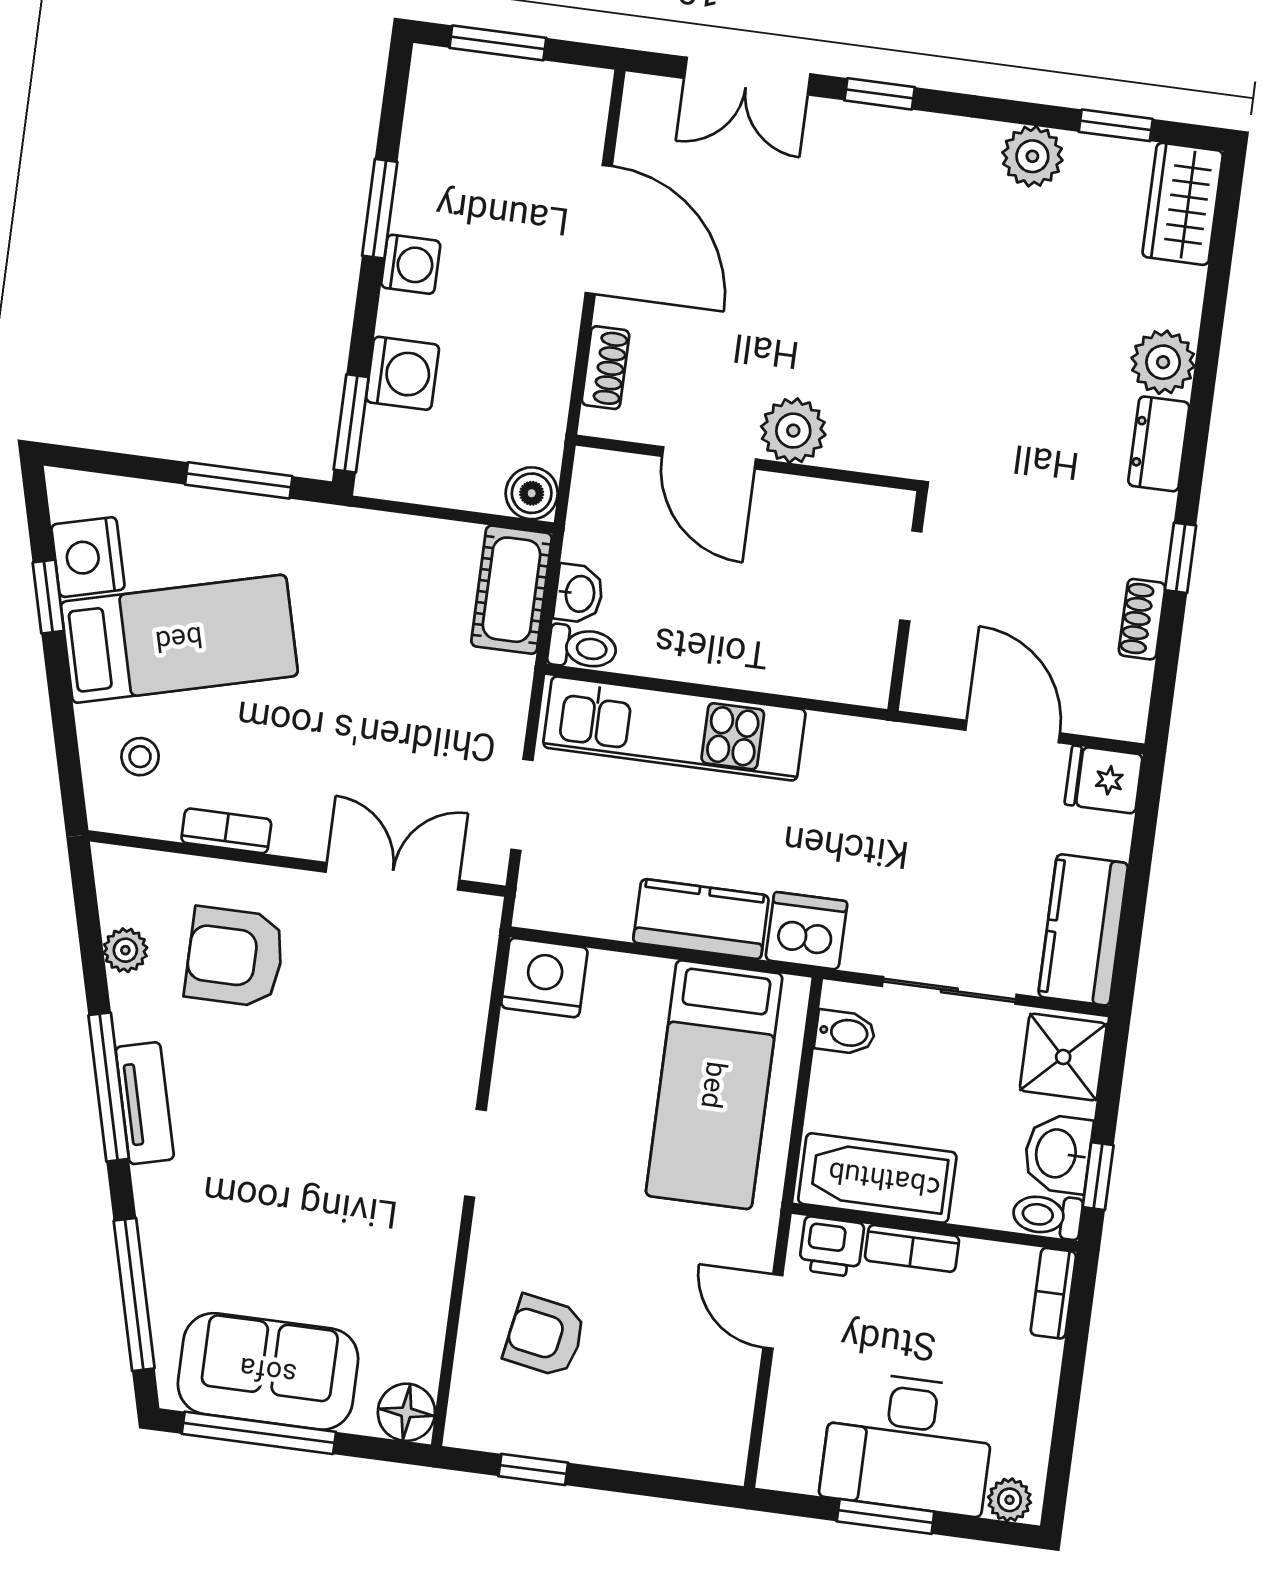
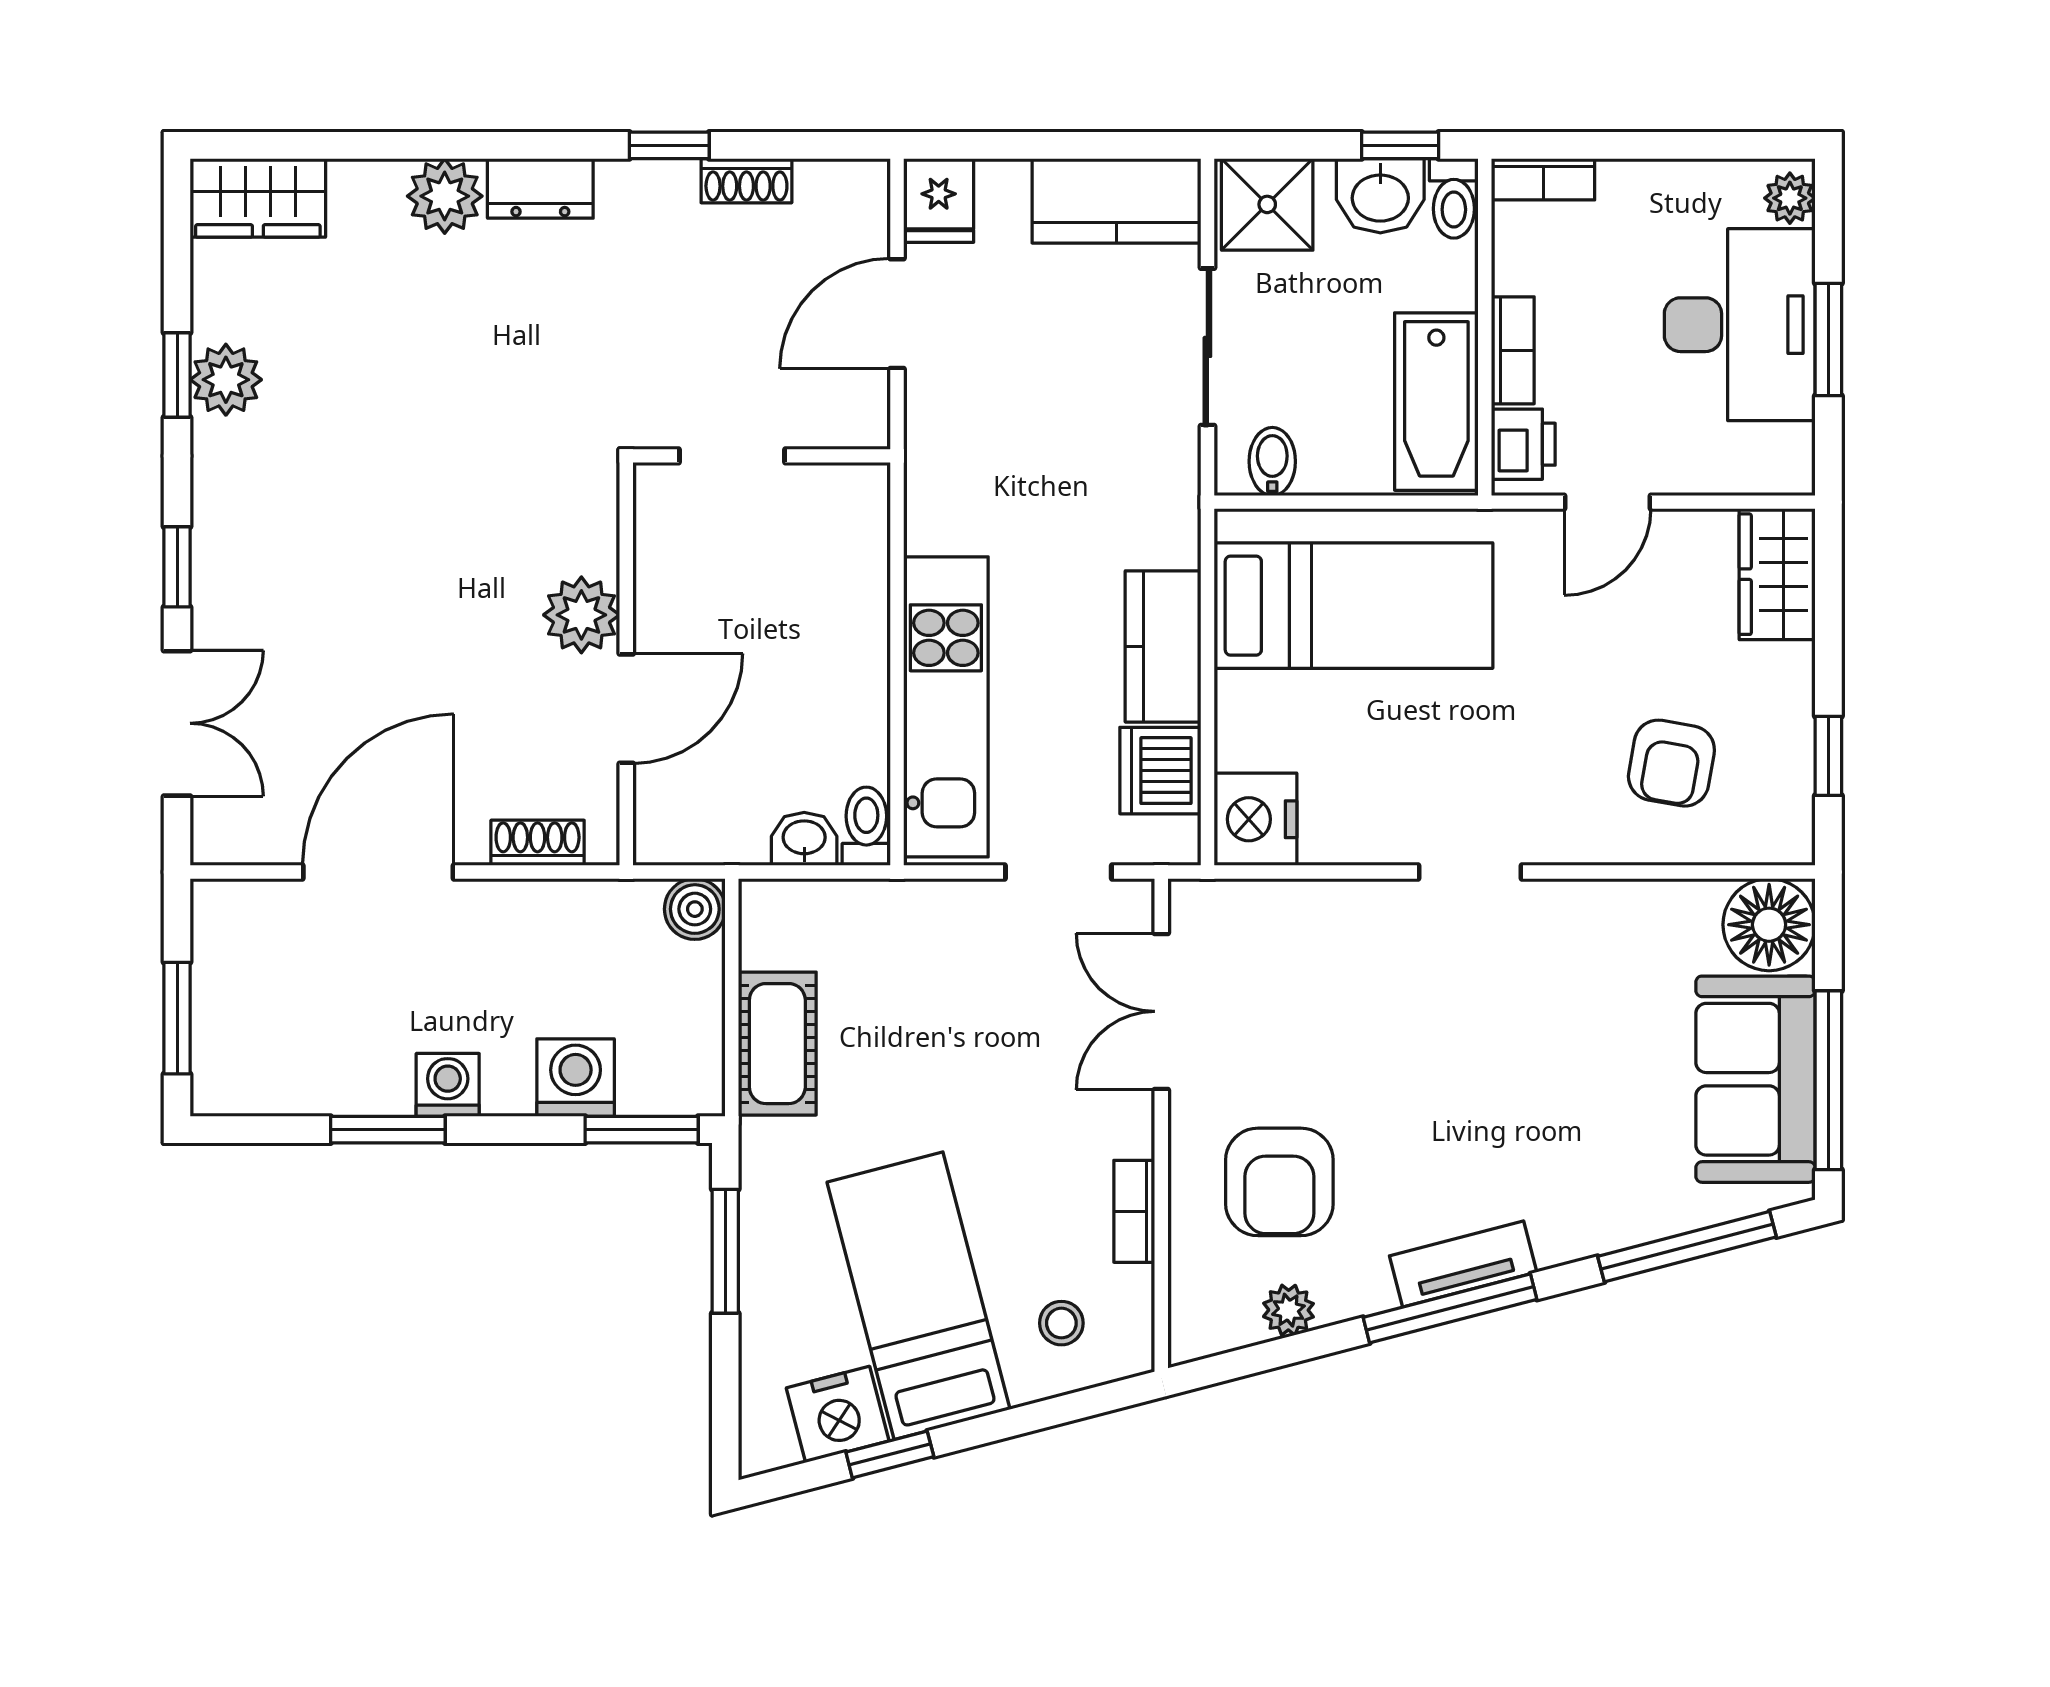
window: (1116, 125) -> (177, 375), moved
cot: (512, 590) -> (777, 1044), moved, turned 90
dishwasher: (806, 931) -> (1160, 771), moved
floor lamp: (406, 1412) -> (1769, 925), width x1.38, depth x1.38
wardrobe: (693, 1447) -> (1777, 574), added

